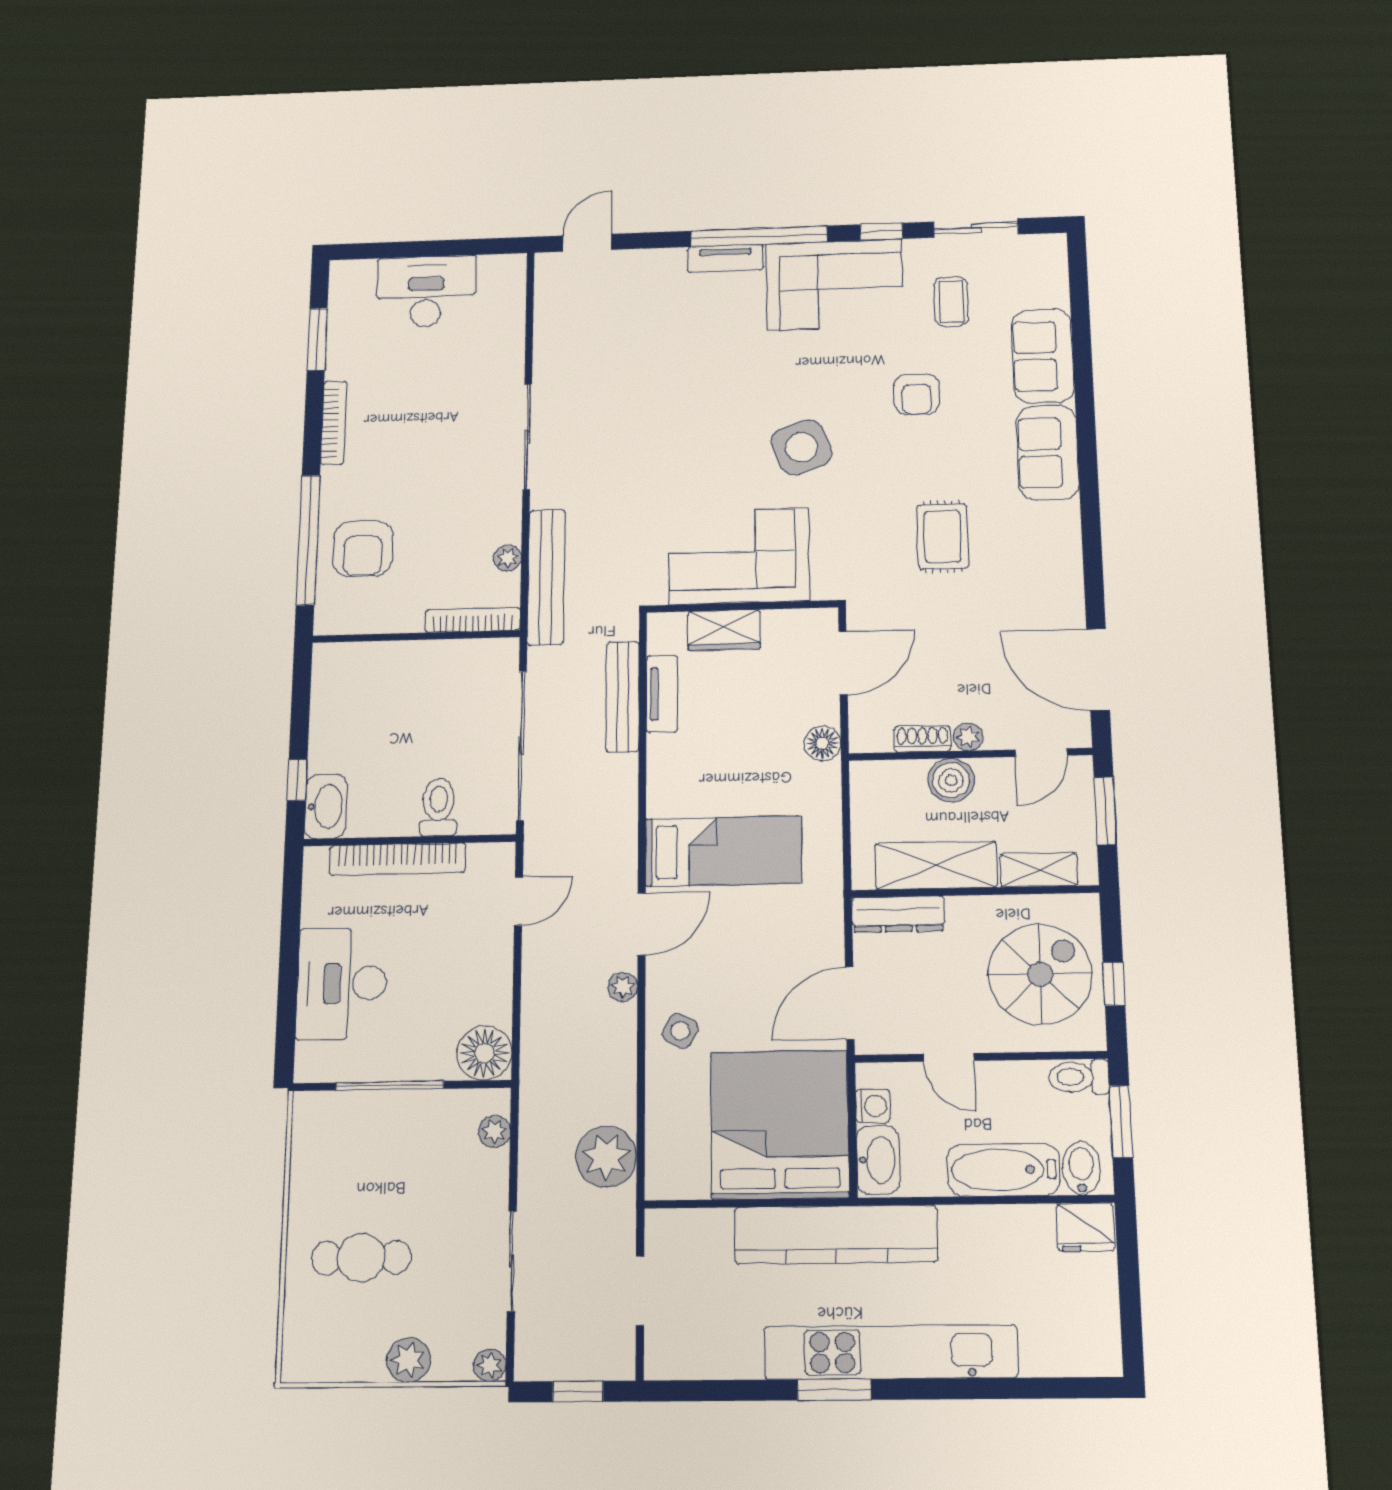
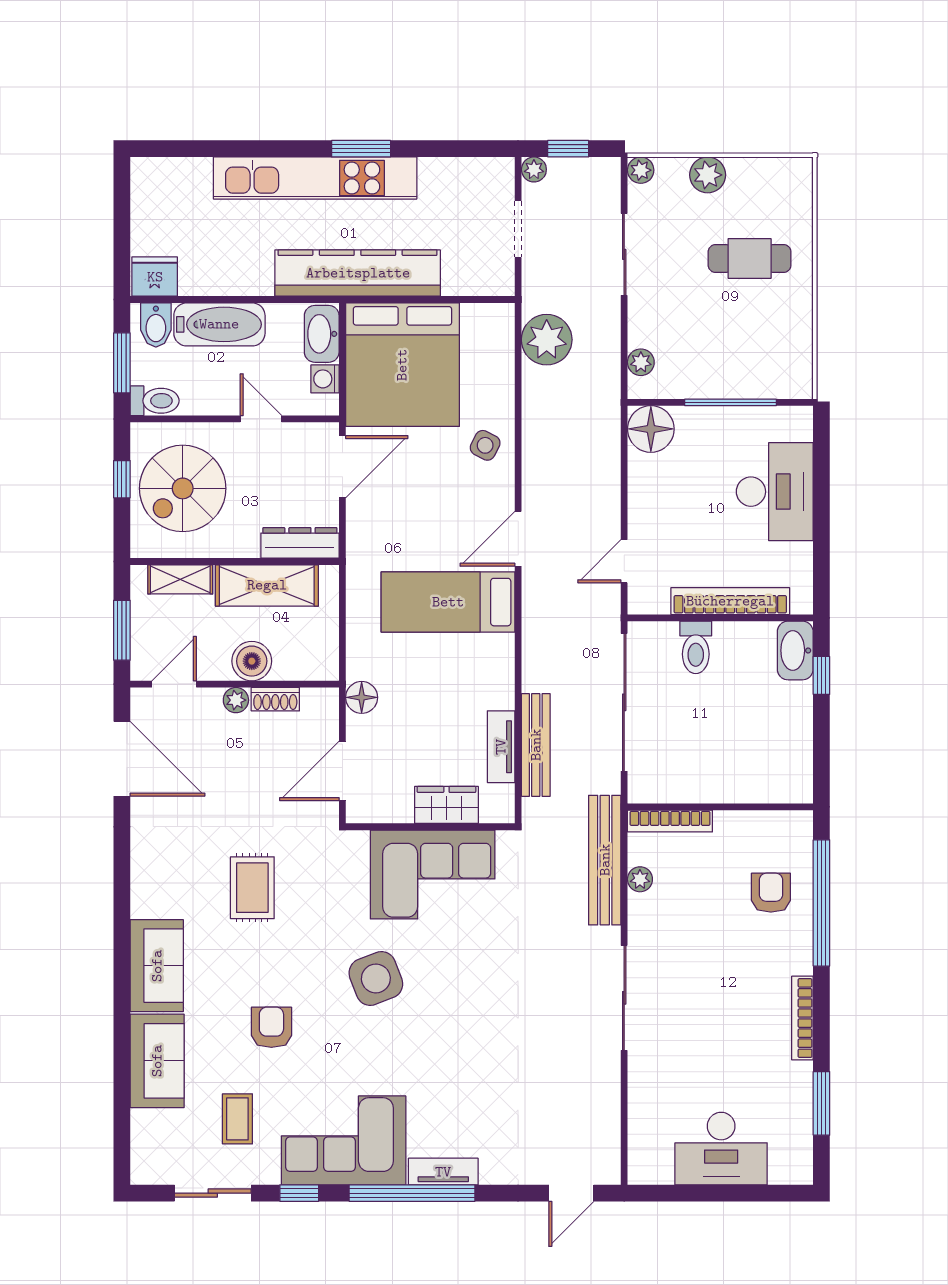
armchair: (363, 549) -> (771, 893), width x0.72, depth x0.72
plant: (623, 987) -> (534, 169), moved

